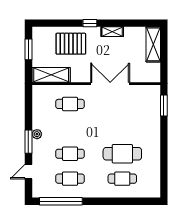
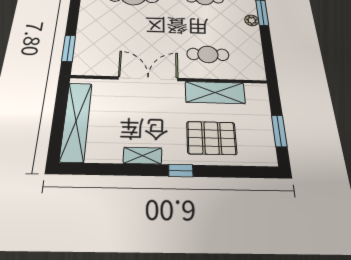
shelving: (153, 44) -> (76, 121), width x1.47
shelving: (51, 75) -> (215, 92), moved
double door: (110, 84) -> (148, 79), swing flipped

